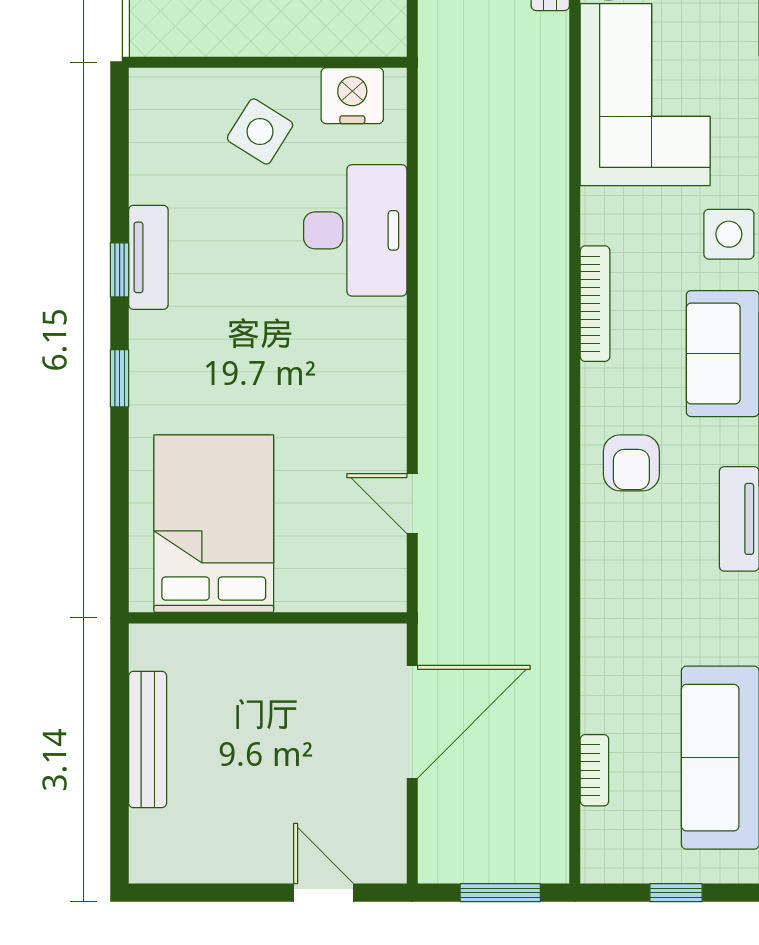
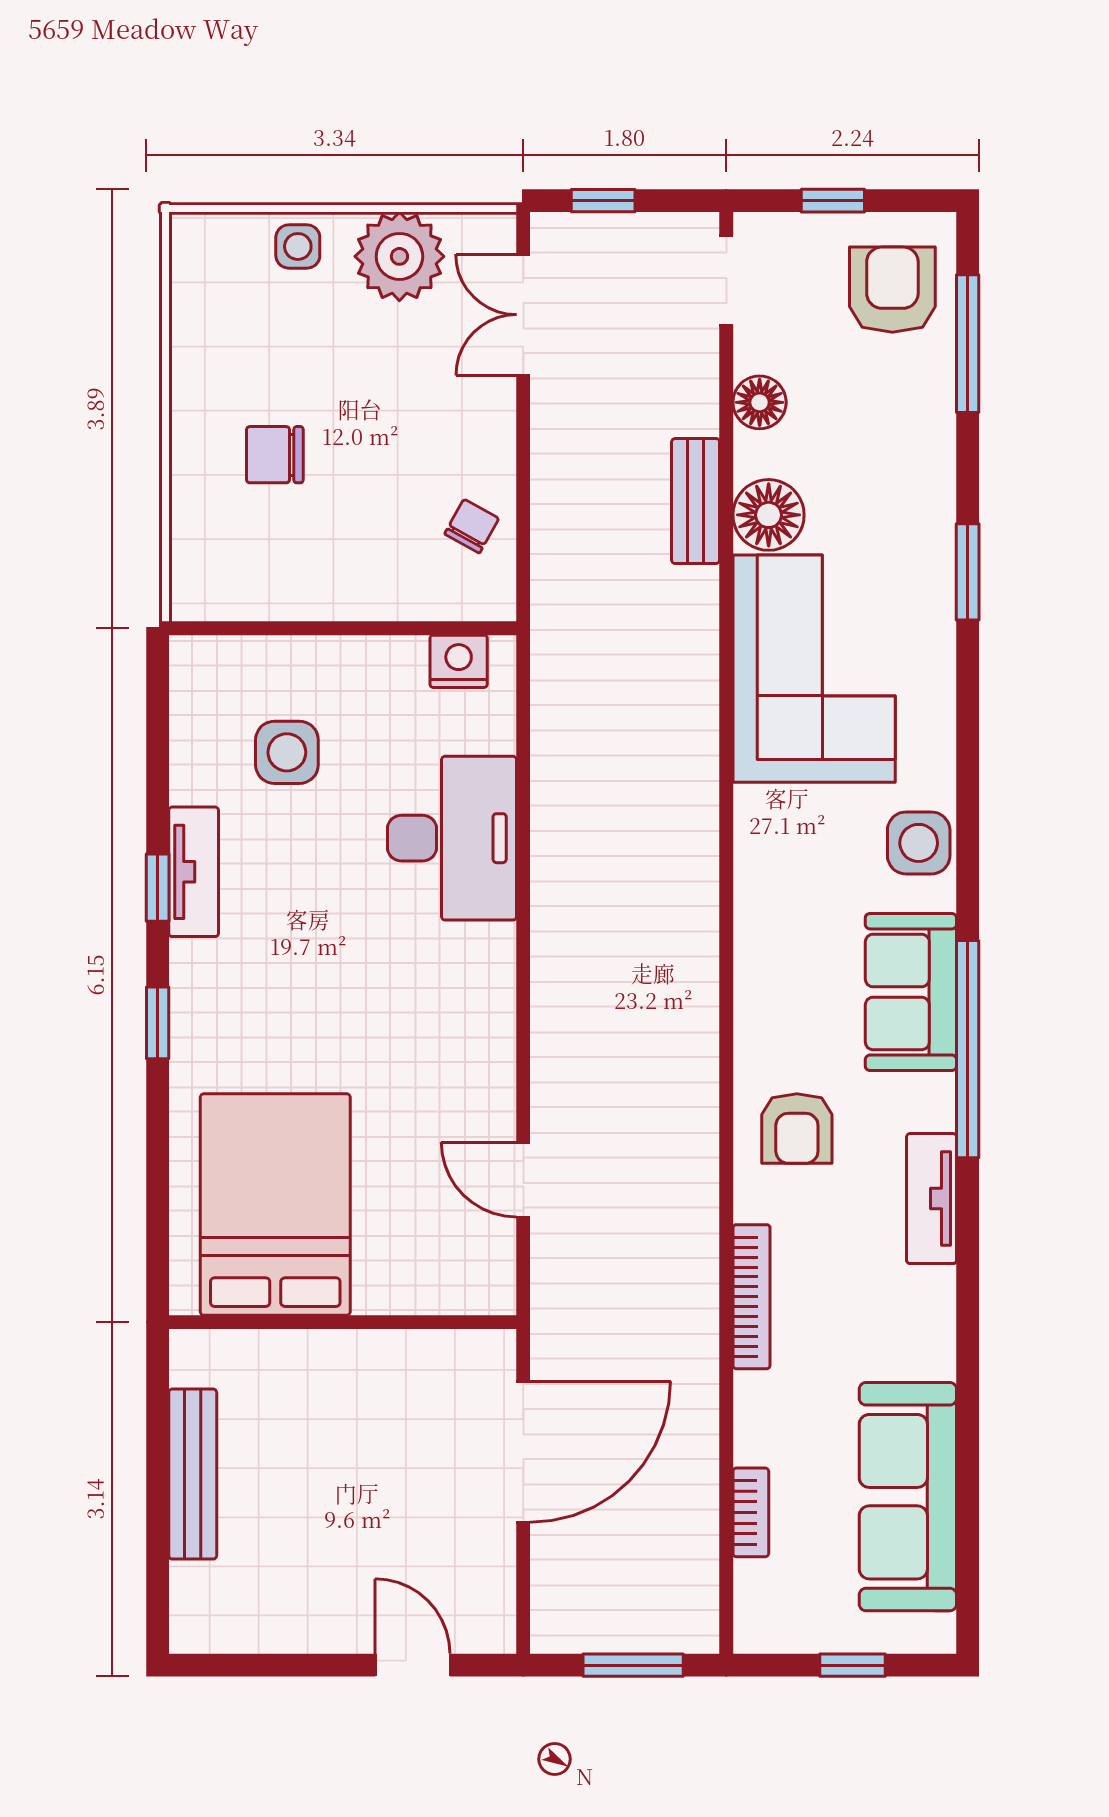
nightstand: (352, 96) -> (459, 661), width x0.74, depth x0.75
side table: (260, 131) -> (287, 752), moved, turned -32
bookcase: (595, 304) -> (751, 1297), moved

